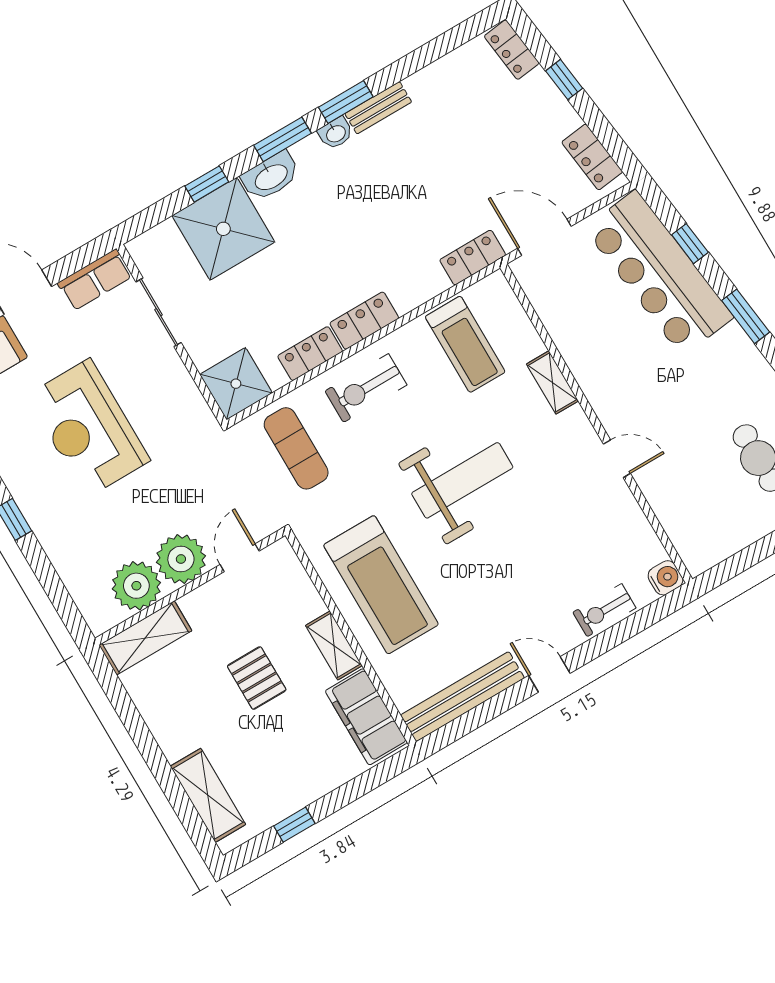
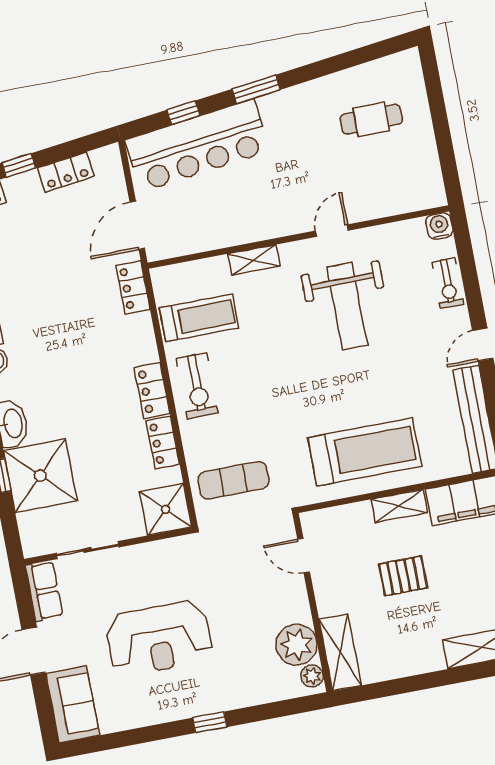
locker: (592, 157) -> (66, 172), moved
exercise bike: (366, 388) -> (197, 386), moved
weight bench: (462, 480) -> (347, 306), moved, turned 180
plant: (181, 559) -> (312, 676), moved, width x0.53, depth x0.53

